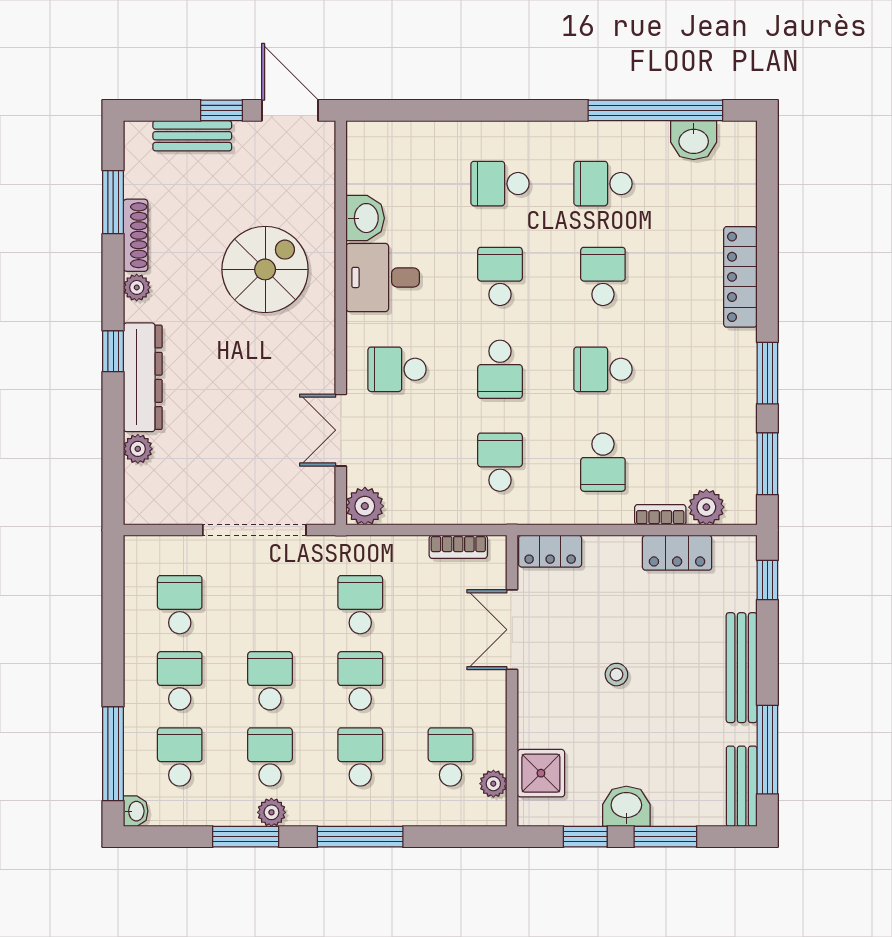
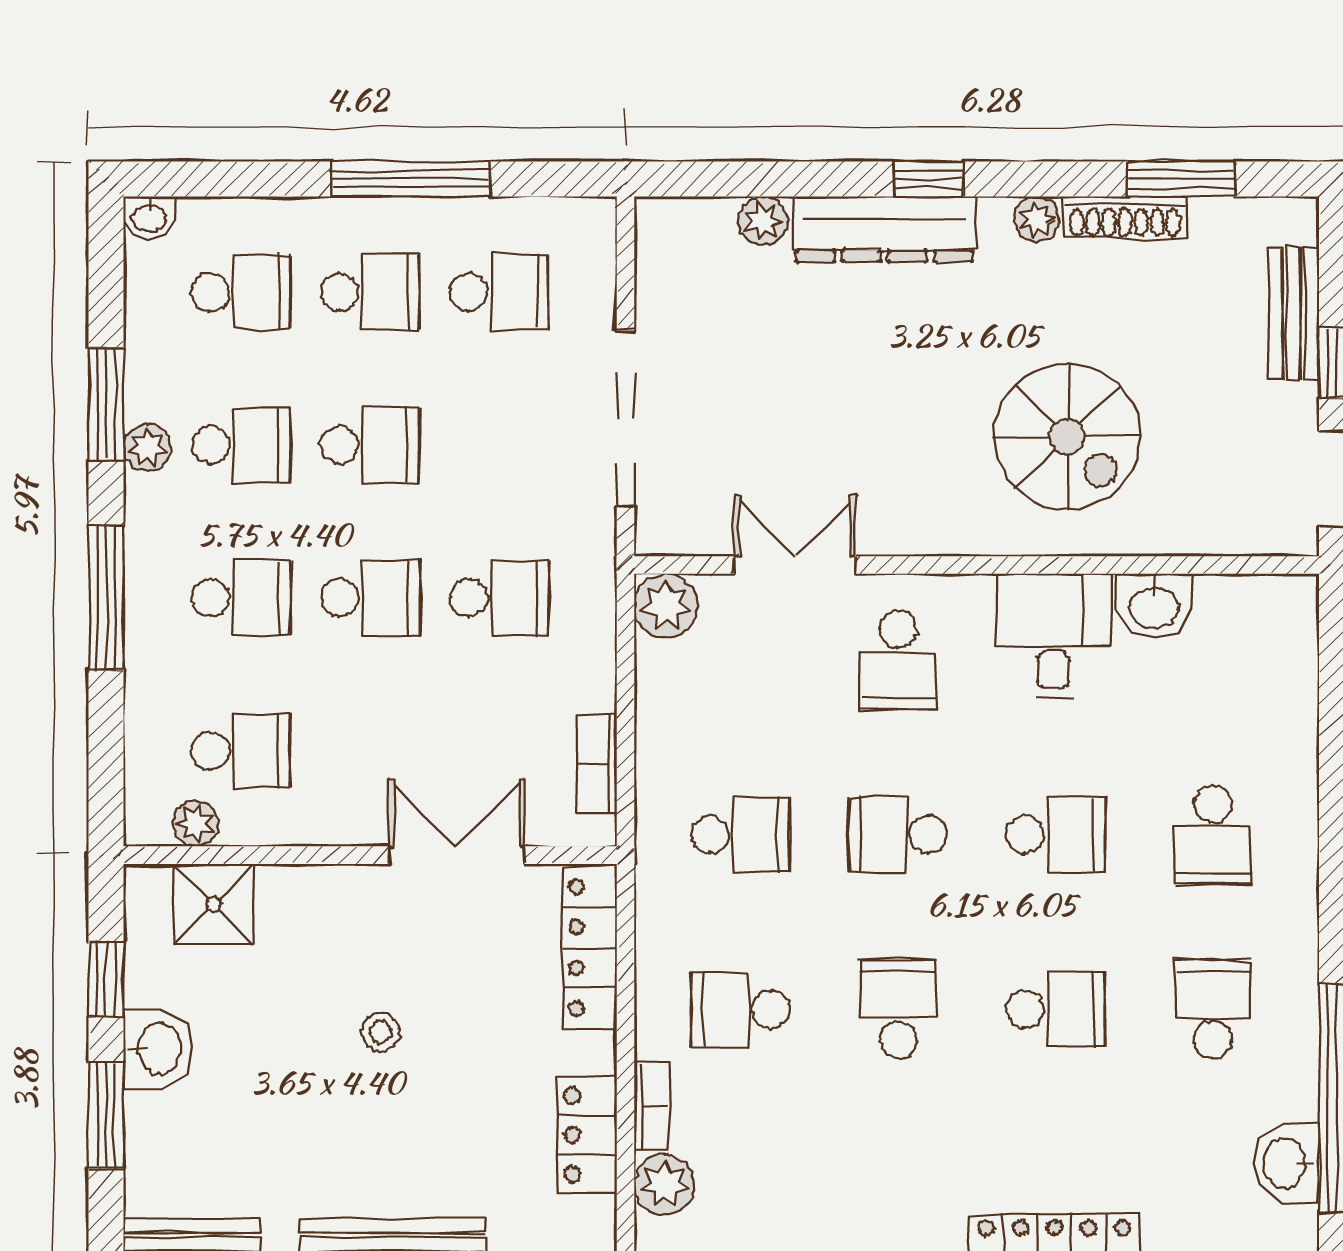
school desk: (500, 184) -> (1213, 835), turned 180
school desk: (397, 369) -> (898, 660), turned 180
locker: (550, 551) -> (590, 948), width x1.53
window: (113, 754) -> (411, 179), moved

